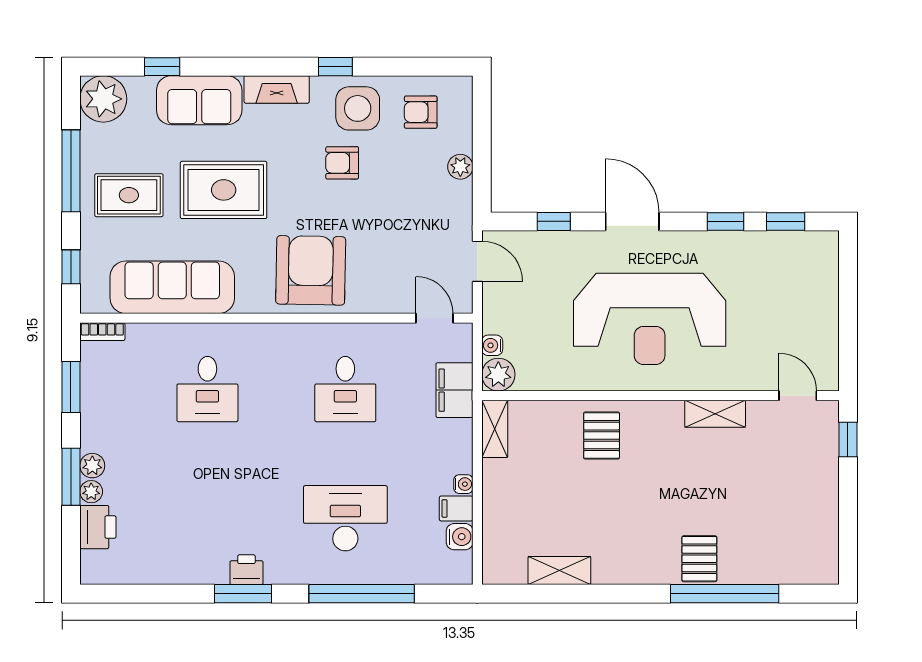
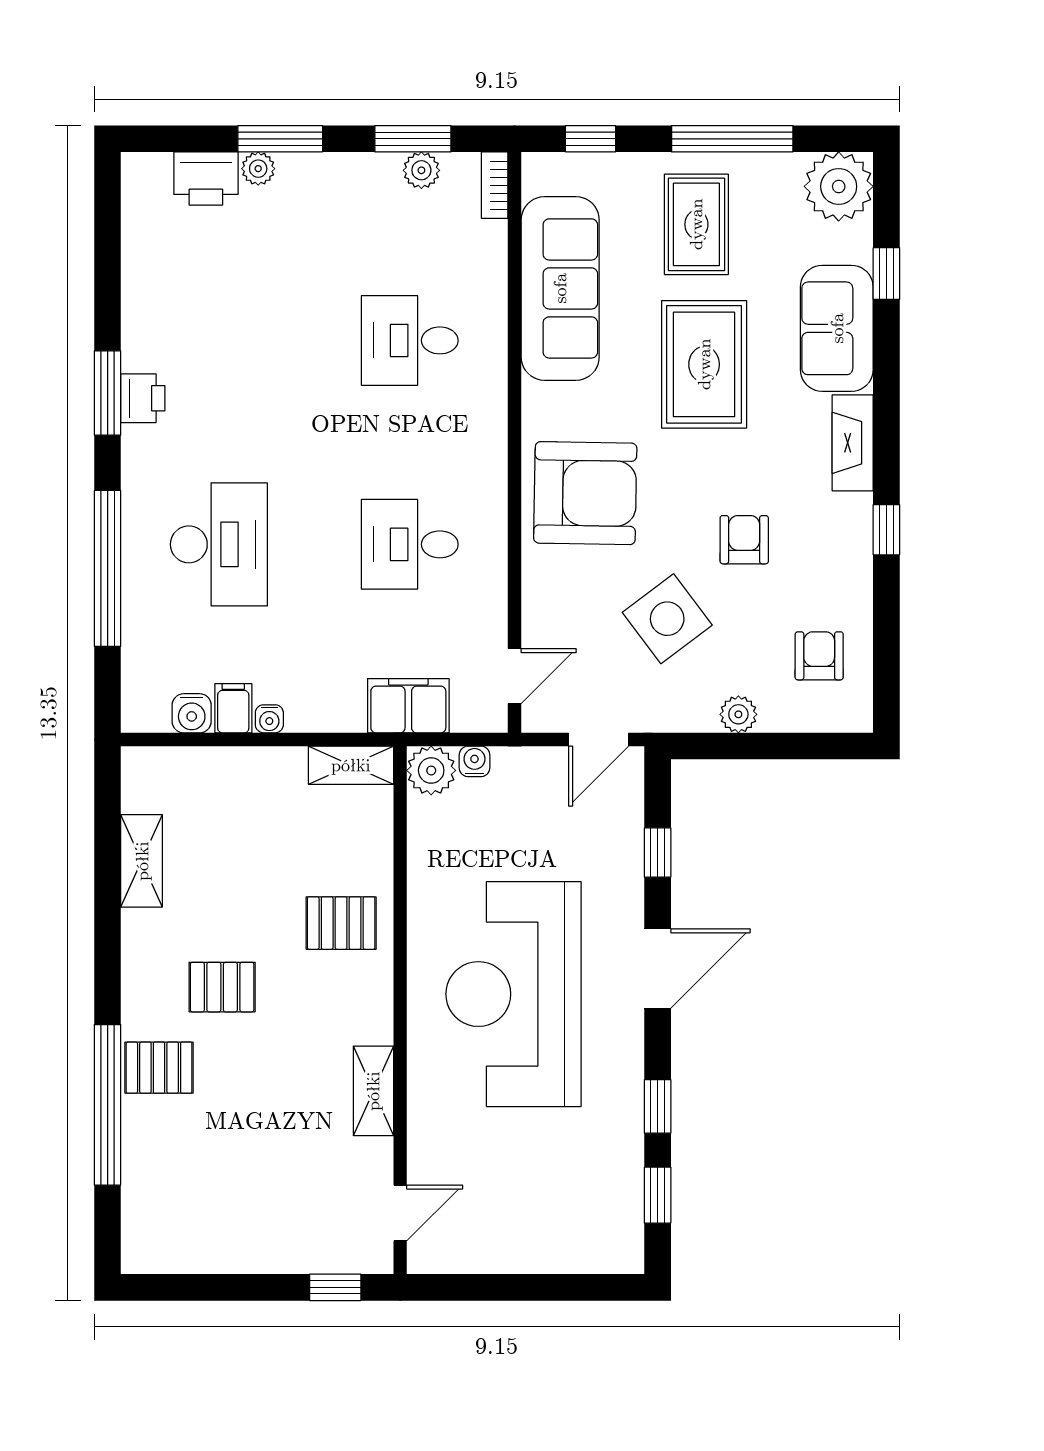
side table: (358, 108) -> (667, 619), moved, turned -37
plant: (92, 466) -> (421, 170), moved
pallet: (645, 516) -> (222, 987), added

